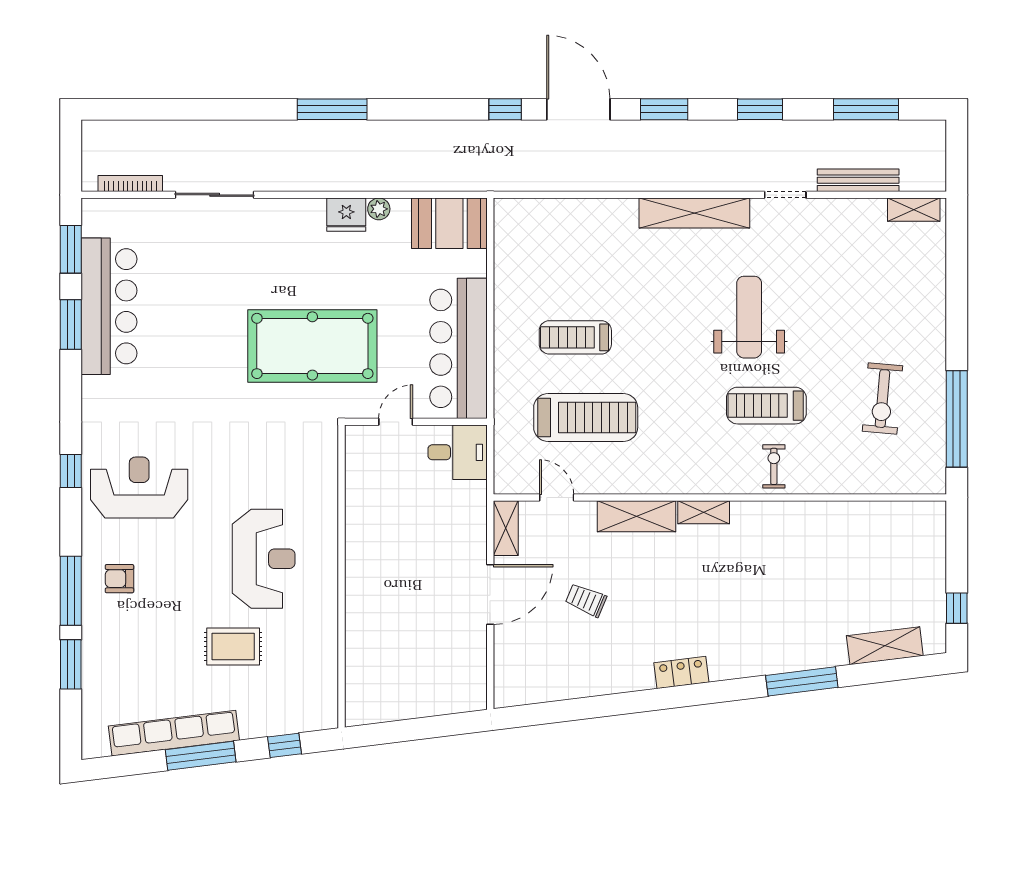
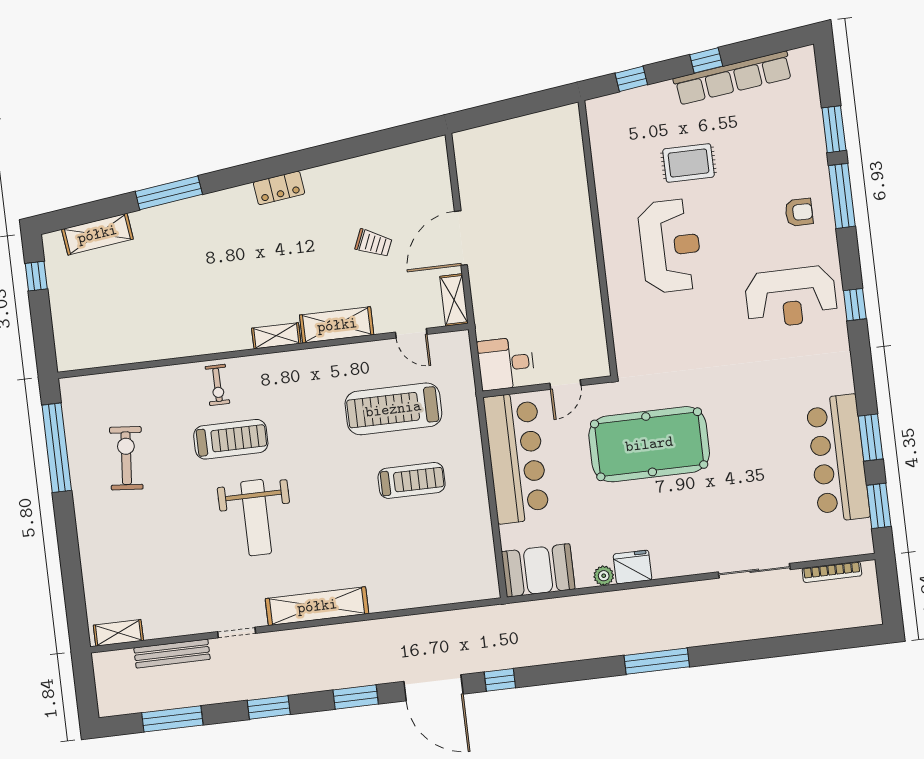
reception desk: (264, 559) -> (670, 246), turned 180
window: (201, 756) -> (706, 60), width x0.46

